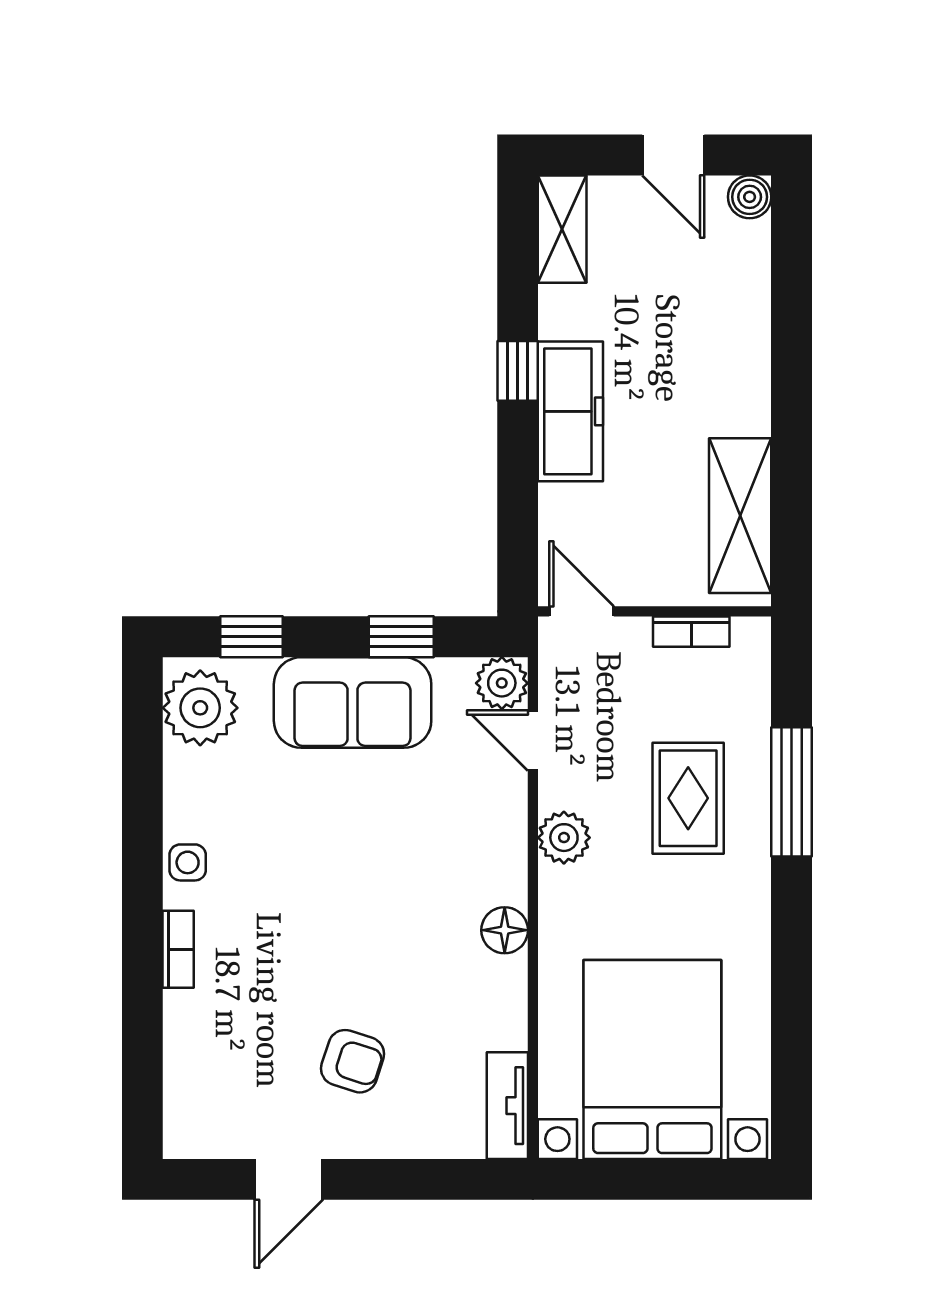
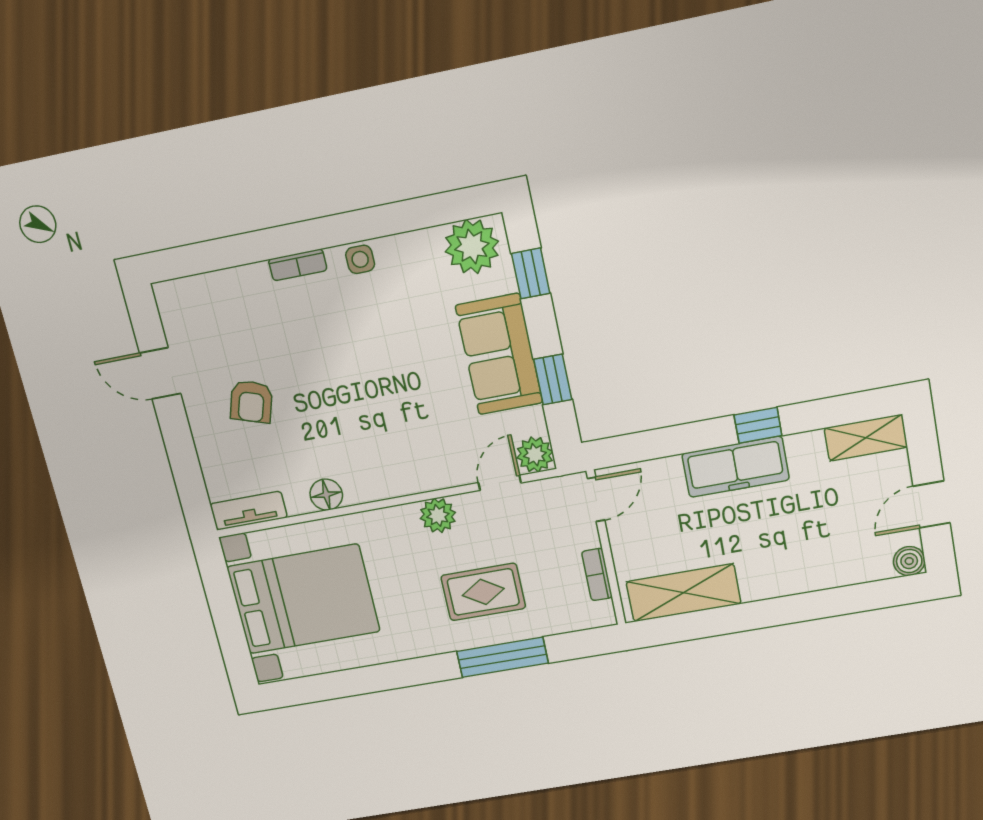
floor lamp: (505, 930) -> (326, 495), moved

